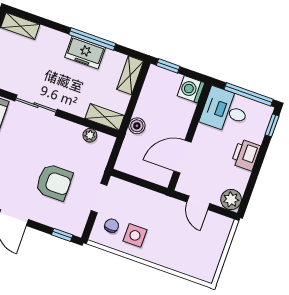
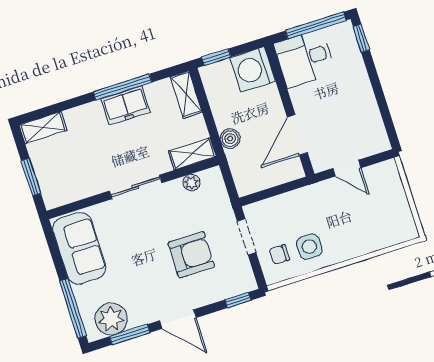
washing machine: (191, 89) -> (253, 69), width x1.37, depth x1.37
sliding door: (36, 105) -> (136, 187), moved
printer: (246, 155) -> (358, 86), removed
plant: (231, 199) -> (376, 141), removed
chair: (112, 226) -> (279, 254), turned -89

